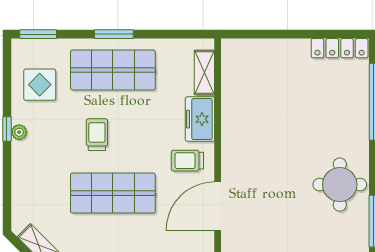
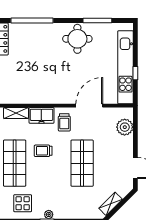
trolley: (97, 135) -> (43, 151), moved
door: (218, 206) -> (89, 106), swing flipped

